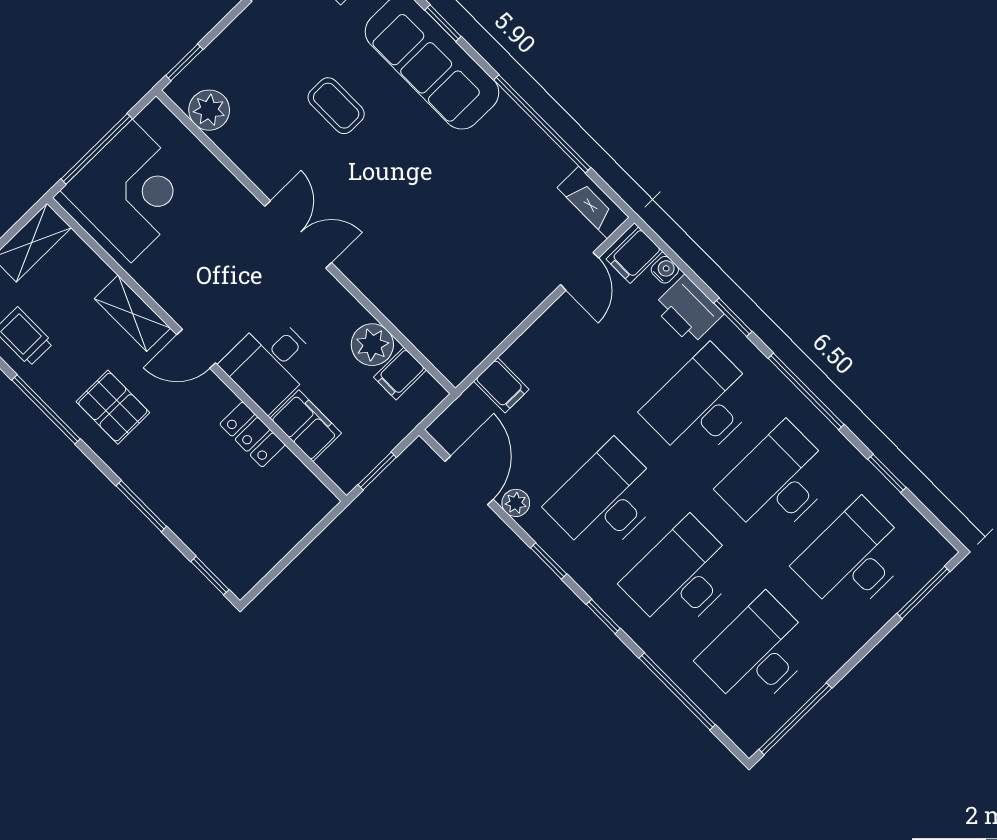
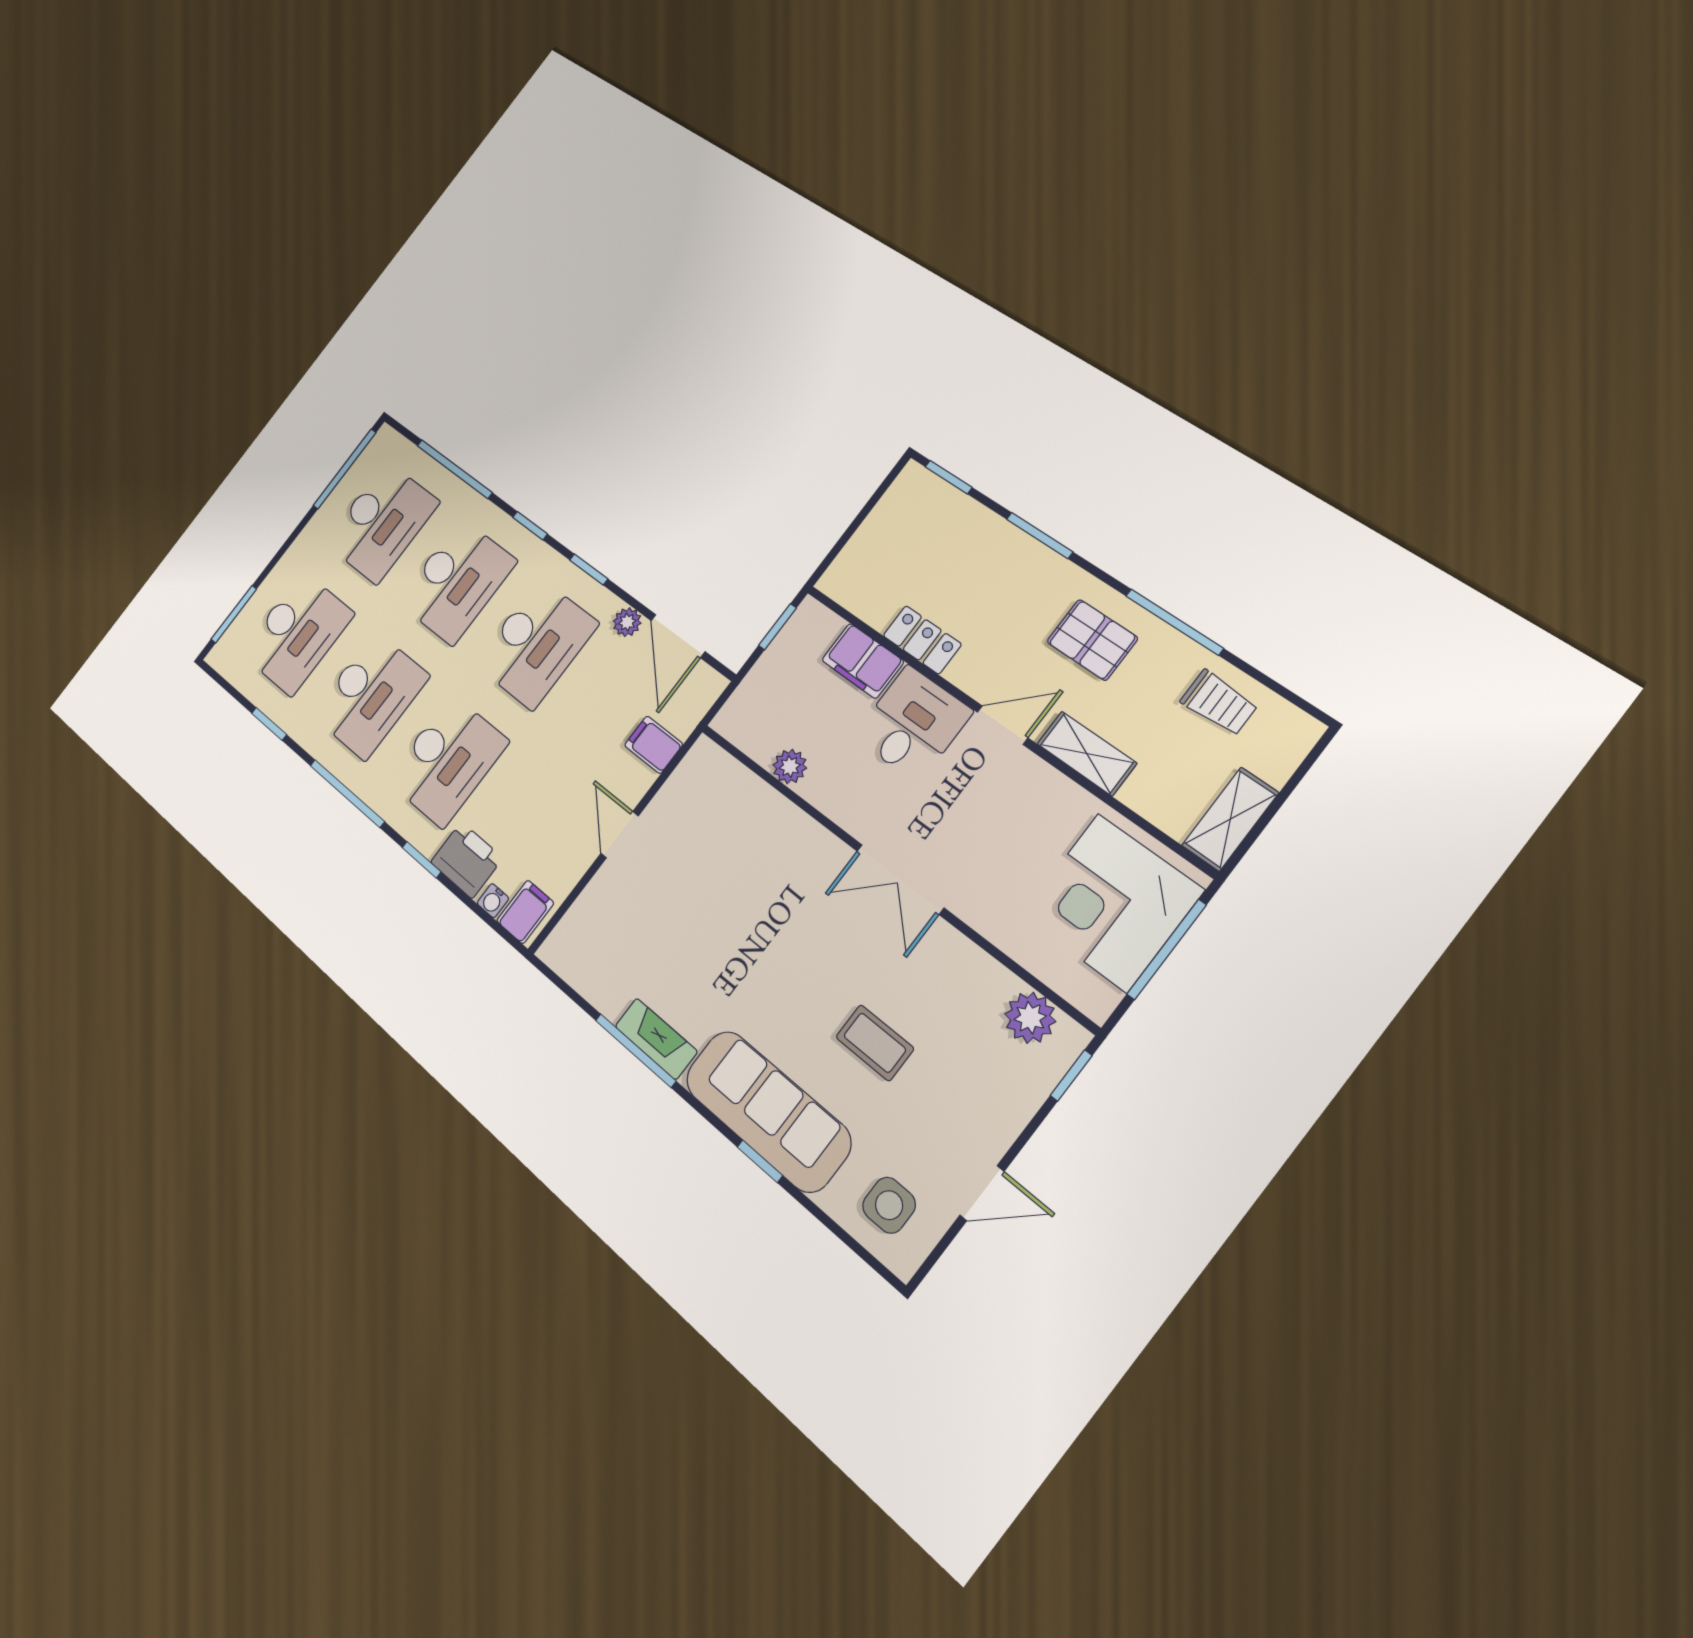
window: (542, 124) -> (635, 1050), width x0.68
fireplace: (593, 202) -> (656, 1039), moved
door: (580, 271) -> (620, 835), moved
plant: (372, 345) -> (790, 766), width x0.73, depth x0.73
filing cabinet: (400, 374) -> (764, 738), removed

